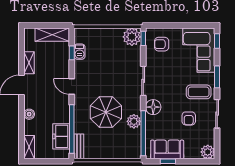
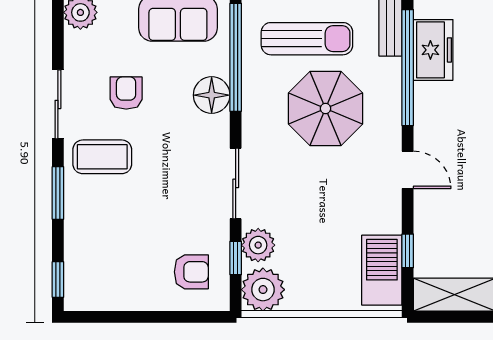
window: (143, 38) -> (236, 258), moved
corner sofa: (199, 50) -> (102, 257), removed
barbecue: (80, 52) -> (382, 270), width x1.88, depth x1.53
floor lamp: (153, 107) -> (212, 95), moved
plant: (134, 121) -> (258, 245), moved
sun lounger: (114, 141) -> (307, 39), added

